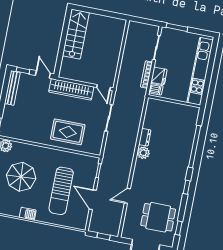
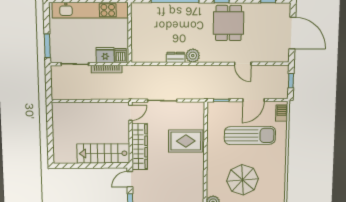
stairs: (76, 34) -> (103, 153), moved
rug: (68, 132) -> (186, 141), turned 90
barbecue: (28, 214) -> (282, 113), moved
dining table: (158, 217) -> (229, 23), moved

